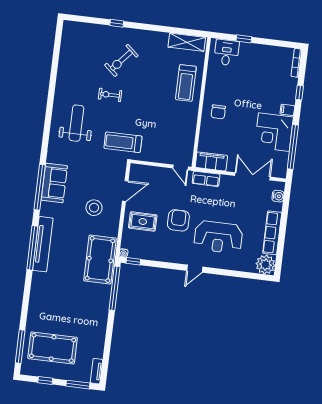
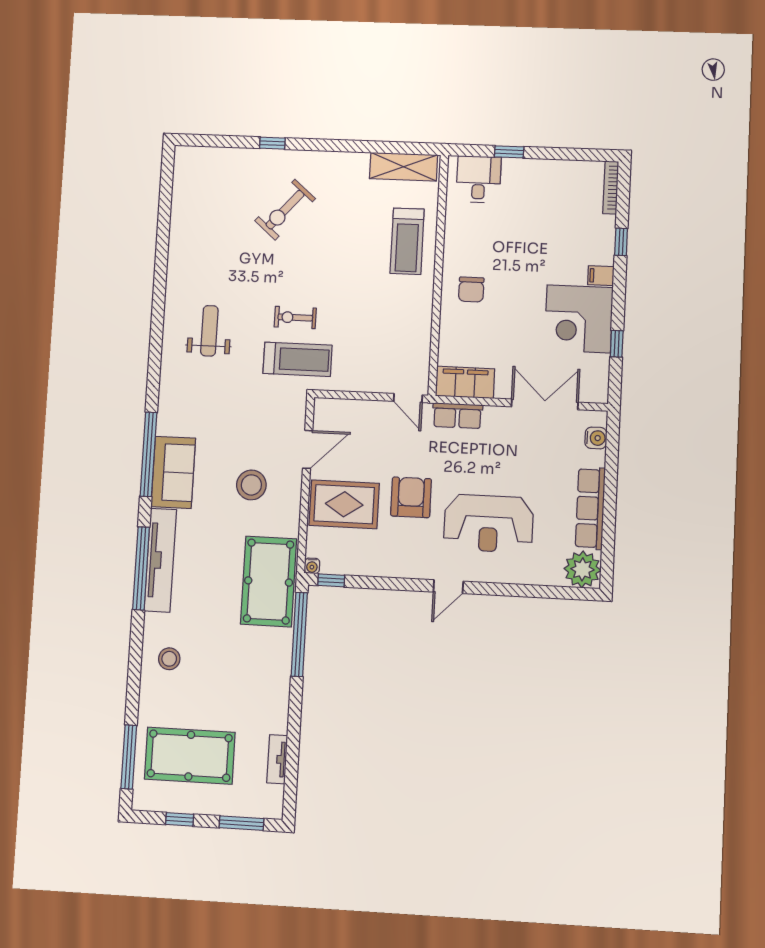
exercise bike: (110, 95) -> (295, 317), moved
weight bench: (76, 123) -> (209, 331), width x0.73, depth x0.75
treadmill: (123, 142) -> (297, 359), turned 180
window: (293, 147) -> (617, 344), width x0.32
sofa: (54, 183) -> (173, 472), moved
rug: (143, 221) -> (344, 504), width x1.36, depth x1.43
stool: (45, 297) -> (169, 659), added
tv unit: (96, 371) -> (277, 759), moved

